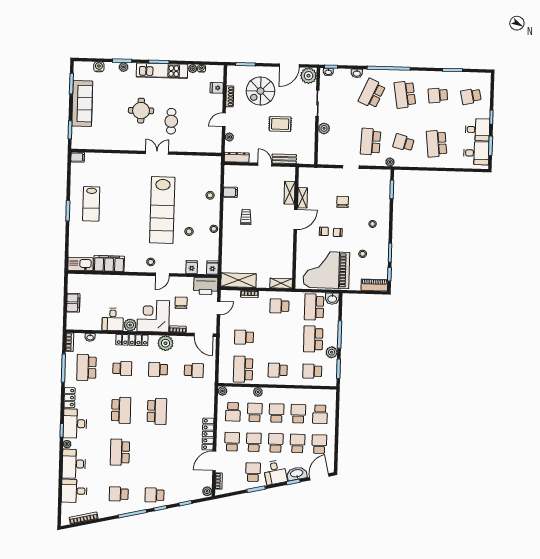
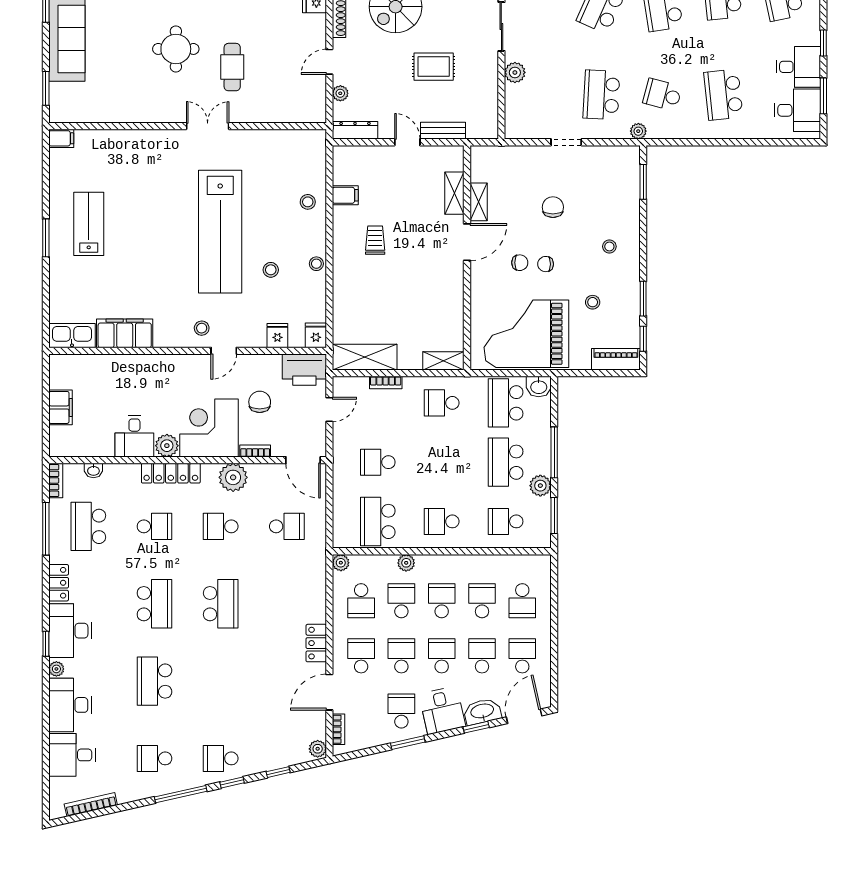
lab bench: (91, 204) -> (89, 224), turned 180
locker: (208, 434) -> (316, 643), width x0.66

